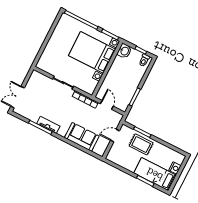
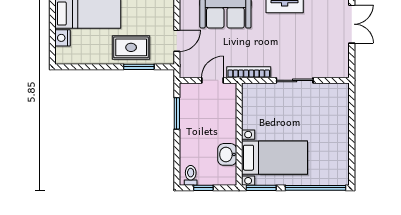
washbasin: (124, 51) -> (227, 154), moved
bed with nightstands: (92, 52) -> (274, 158), width x0.73
door: (107, 105) -> (212, 80), swing flipped

